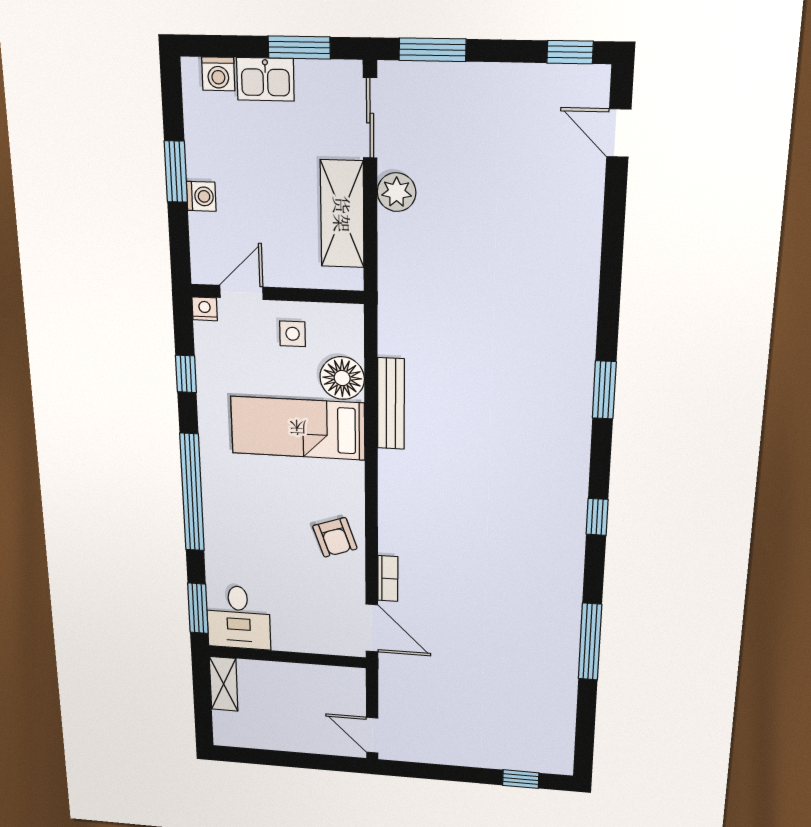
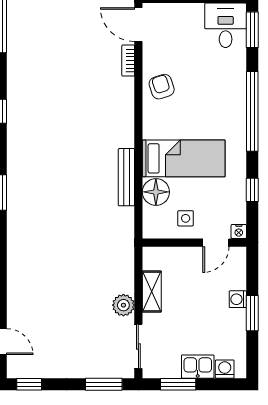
shelving: (342, 214) -> (152, 292), width x0.67, depth x0.75

